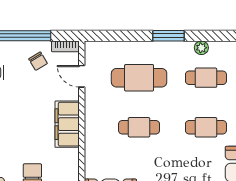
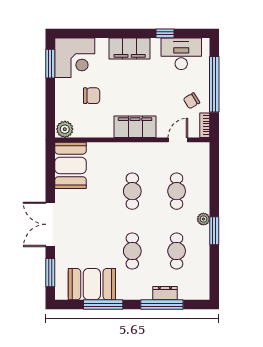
window: (168, 36) -> (214, 231), moved
plant: (201, 48) -> (203, 219), moved
cafe table: (139, 78) -> (177, 191), width x0.73, depth x0.74

